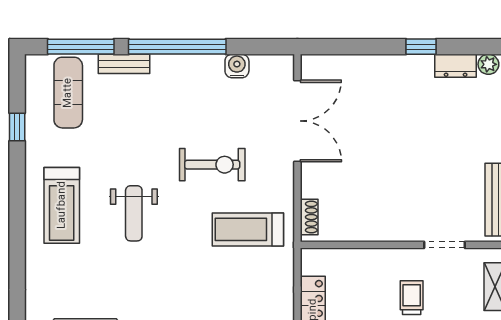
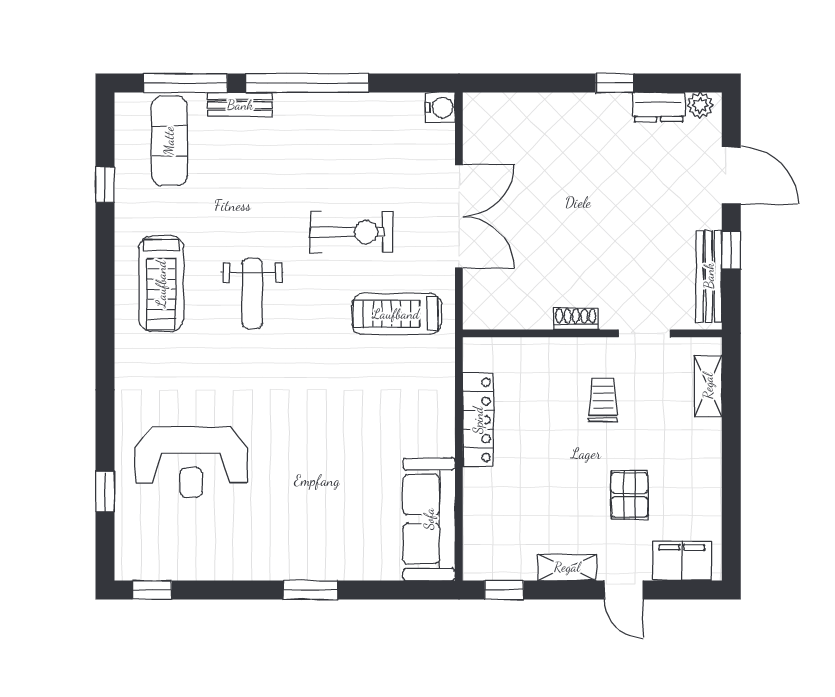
water cooler: (237, 66) -> (440, 107), moved, turned 90
double door: (297, 121) -> (459, 216), moved
shoe rack: (309, 217) -> (576, 319), moved, turned -90

